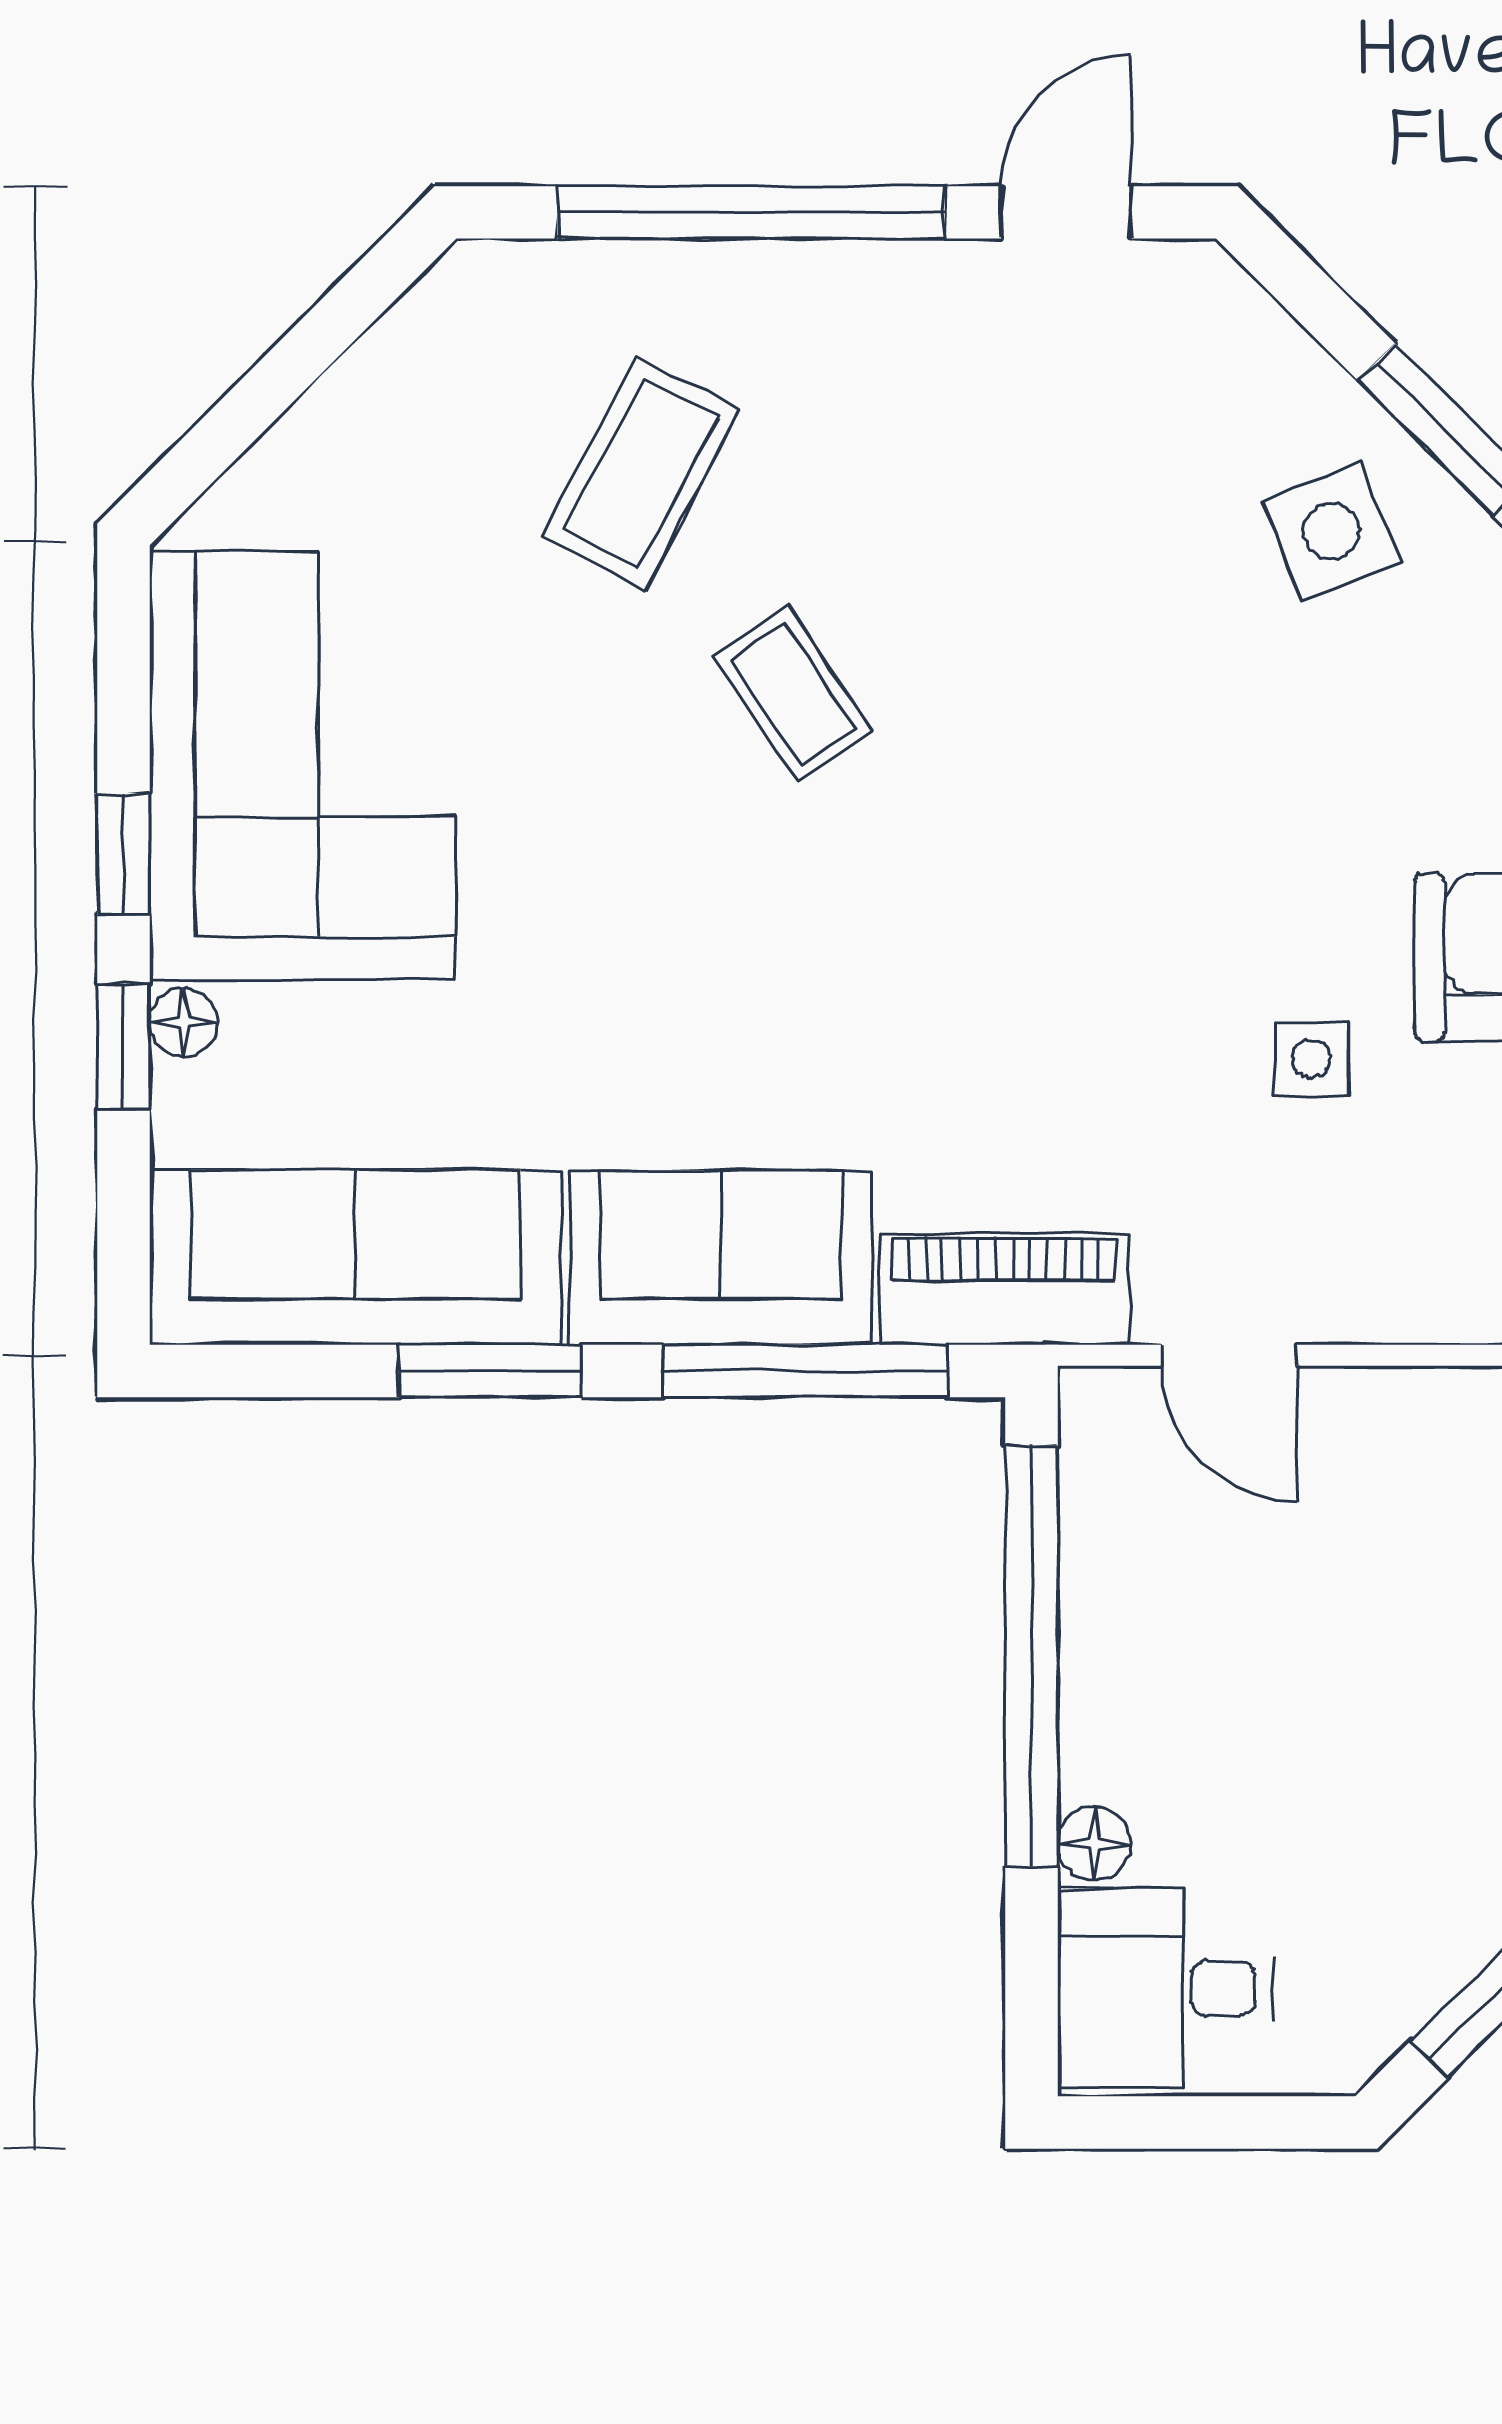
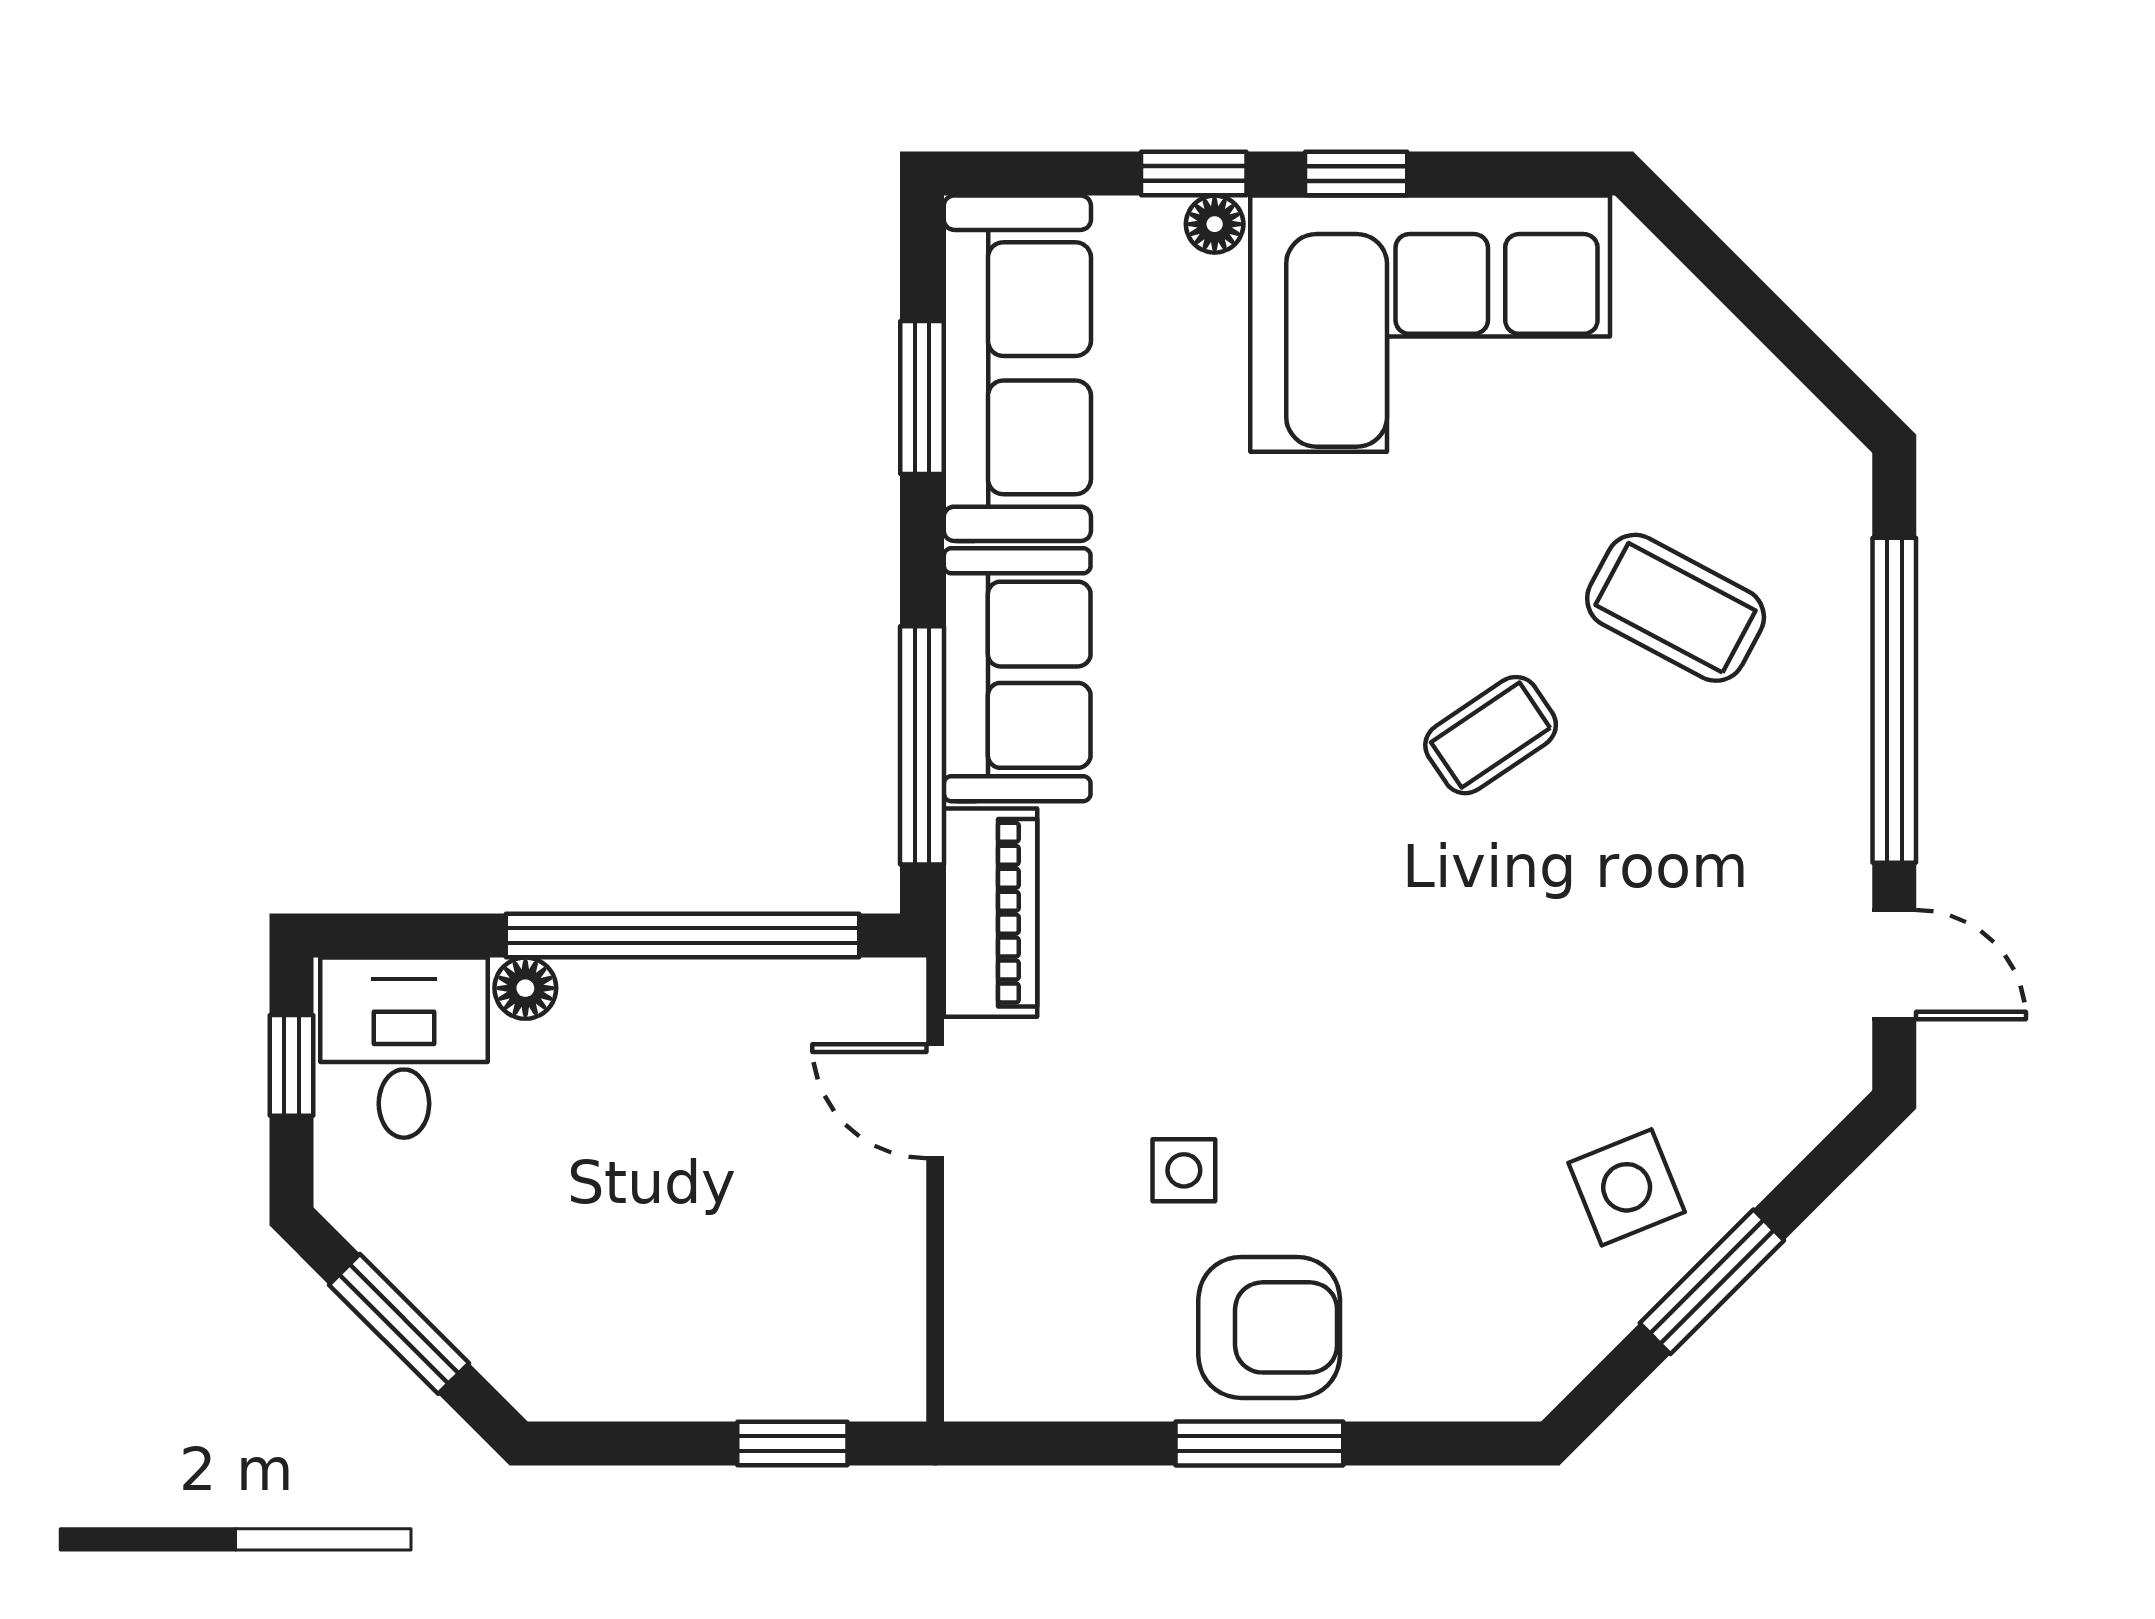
door: (1229, 1355) -> (935, 1101), hinge flipped
window: (490, 1371) -> (922, 397), moved
window: (1186, 2122) -> (291, 1065), added

